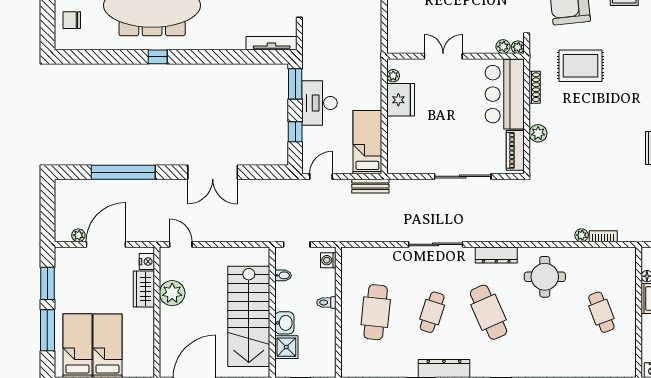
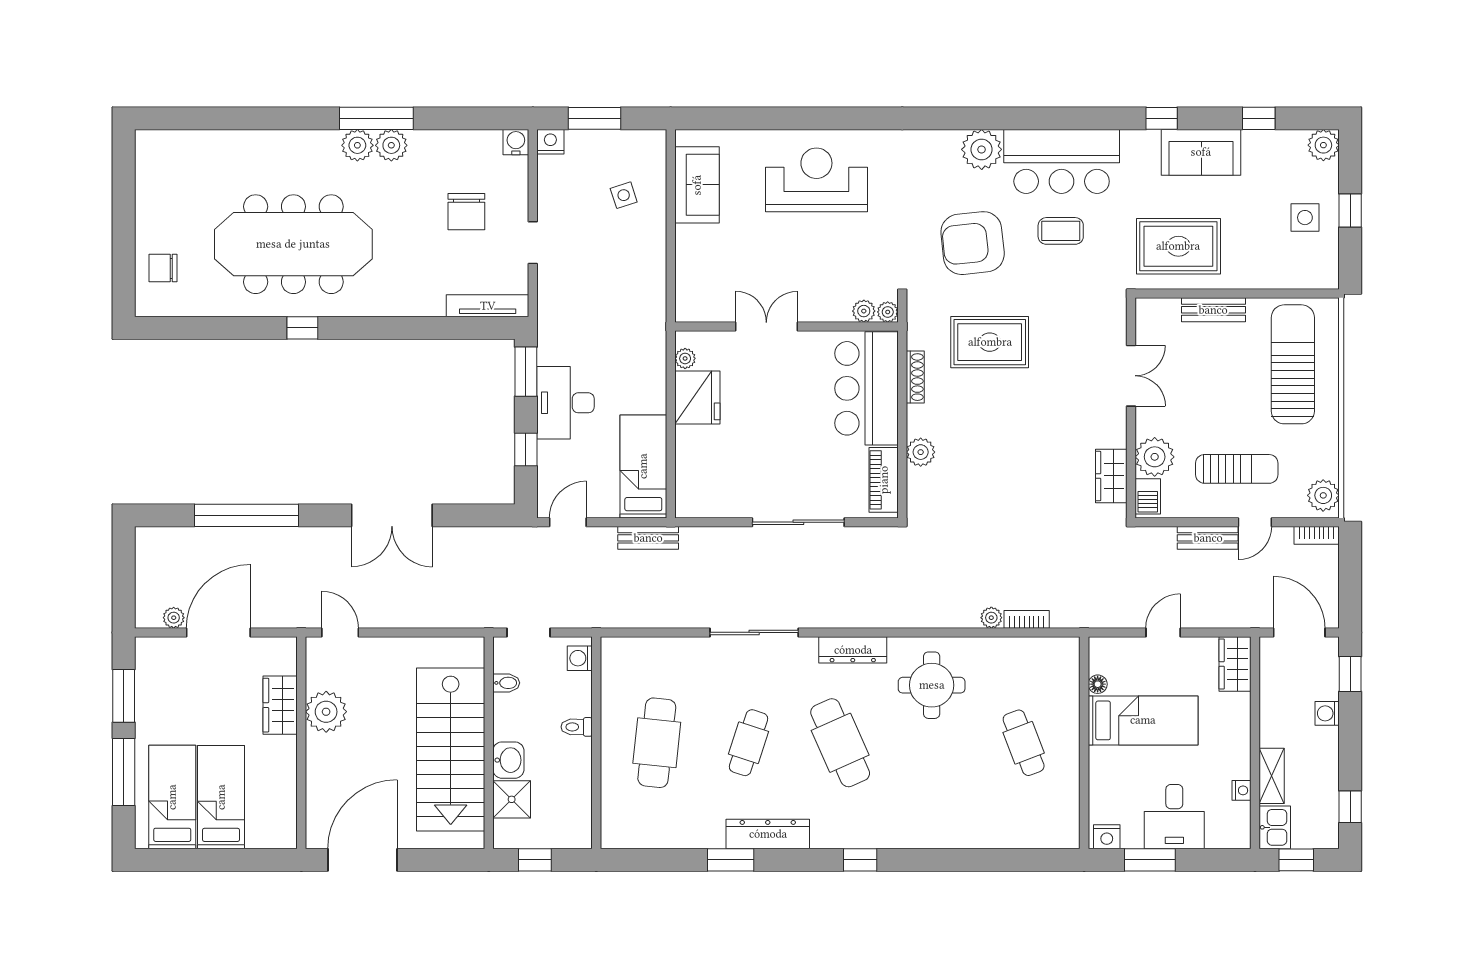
nightstand: (147, 262) -> (285, 660), removed

